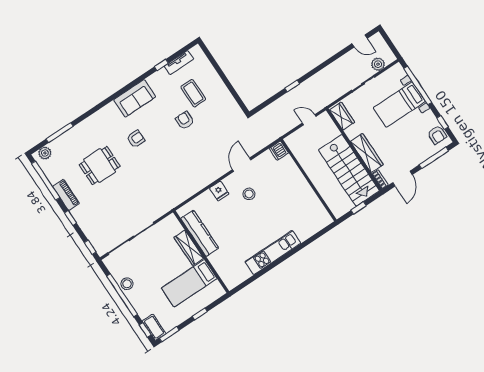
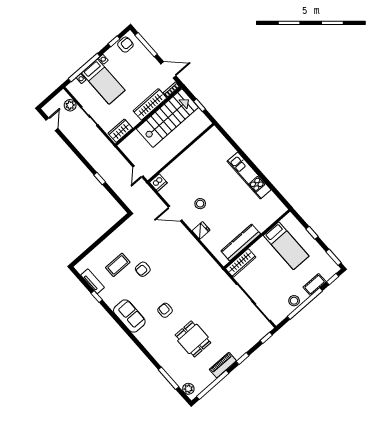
door: (309, 120) -> (138, 171), moved
wardrobe: (189, 248) -> (241, 263), moved
cot: (154, 327) -> (315, 284), moved

